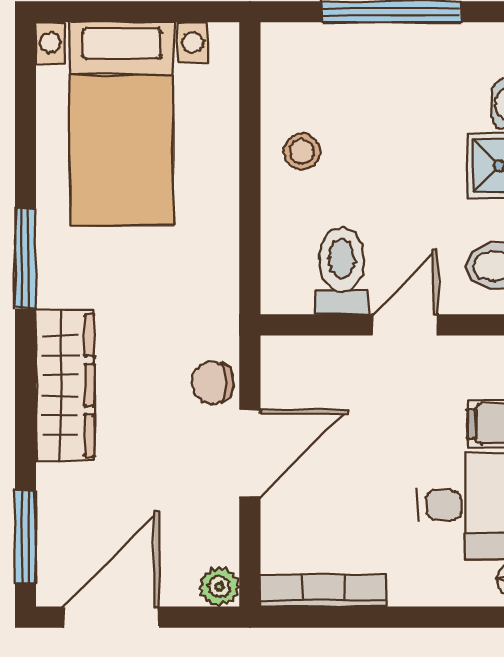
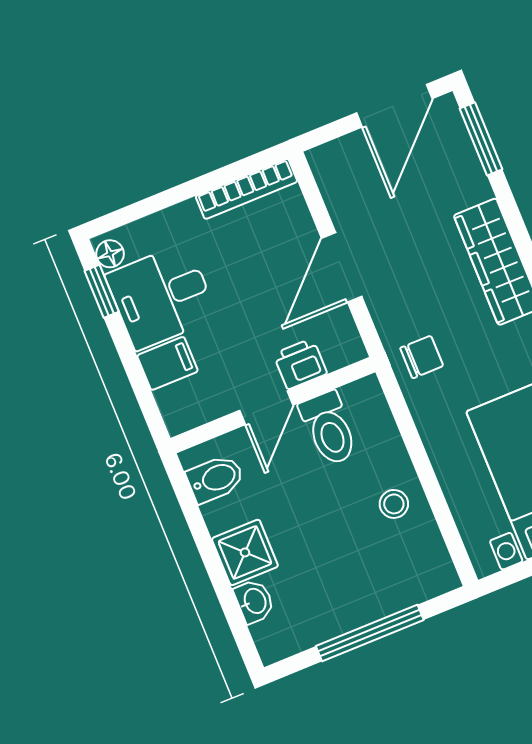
printer: (344, 360) -> (300, 364), added
chair: (213, 383) -> (422, 357), moved
plant: (220, 587) -> (324, 160), removed

